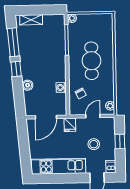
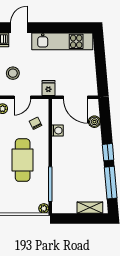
boiler: (28, 85) -> (94, 122), moved
door: (46, 117) -> (75, 97), swing flipped
stool: (94, 144) -> (13, 73), moved

